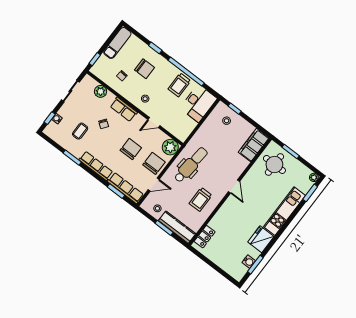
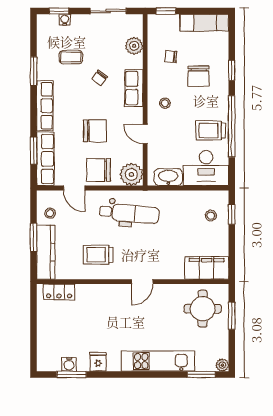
washbasin: (187, 128) -> (168, 177), added
chair: (154, 163) -> (99, 170), turned 180
fridge: (261, 239) -> (98, 362), width x0.53, depth x0.75

